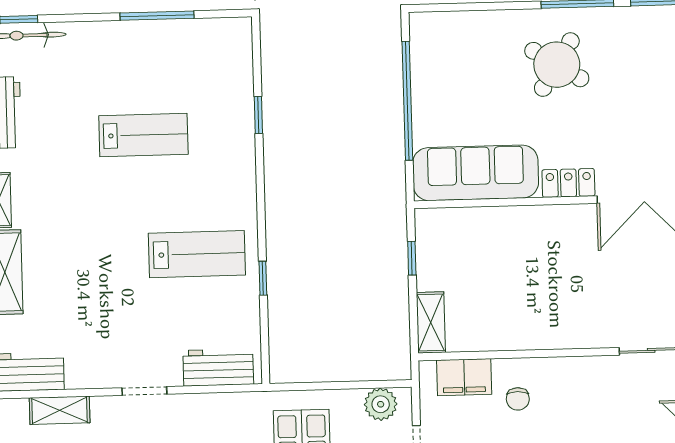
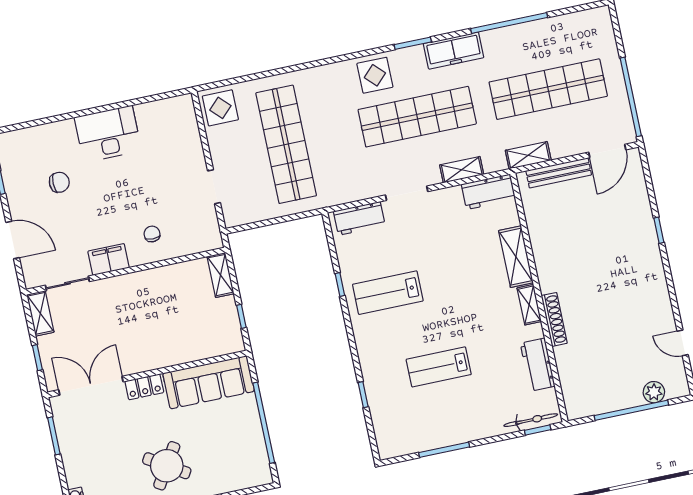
filing cabinet: (464, 377) -> (109, 260), moved
doorway: (144, 391) -> (407, 193), width x1.38
plant: (381, 404) -> (244, 213), removed

